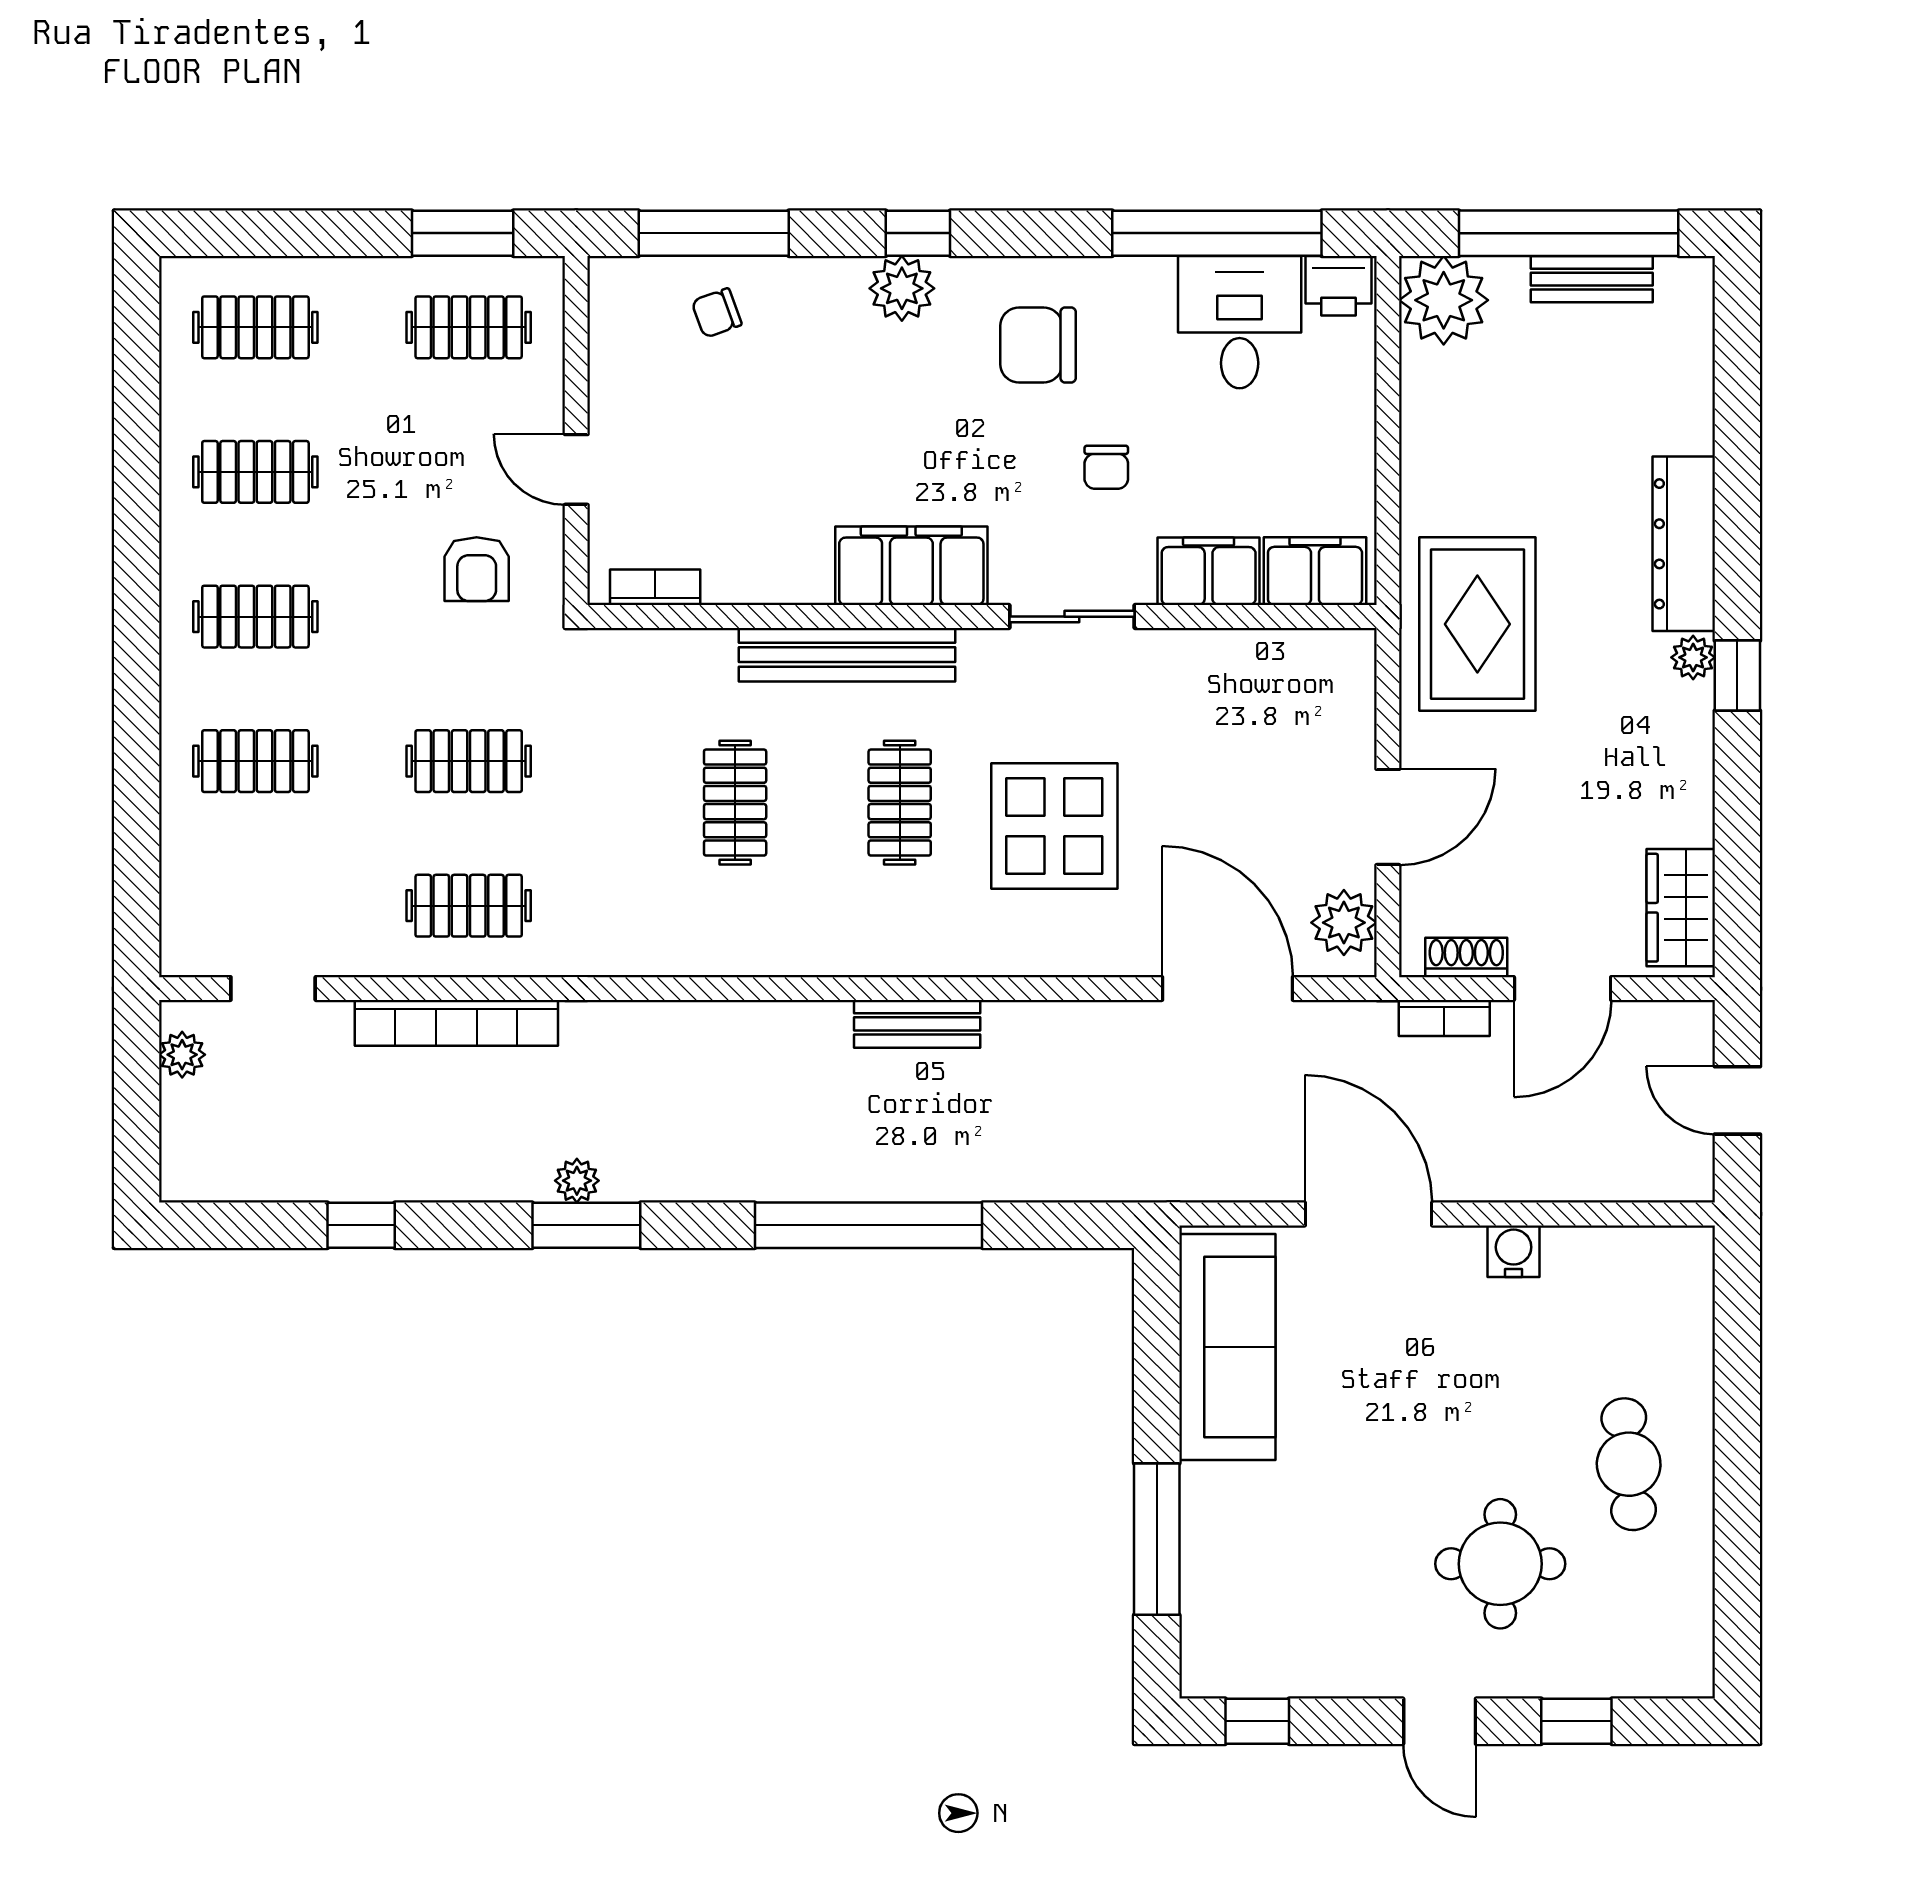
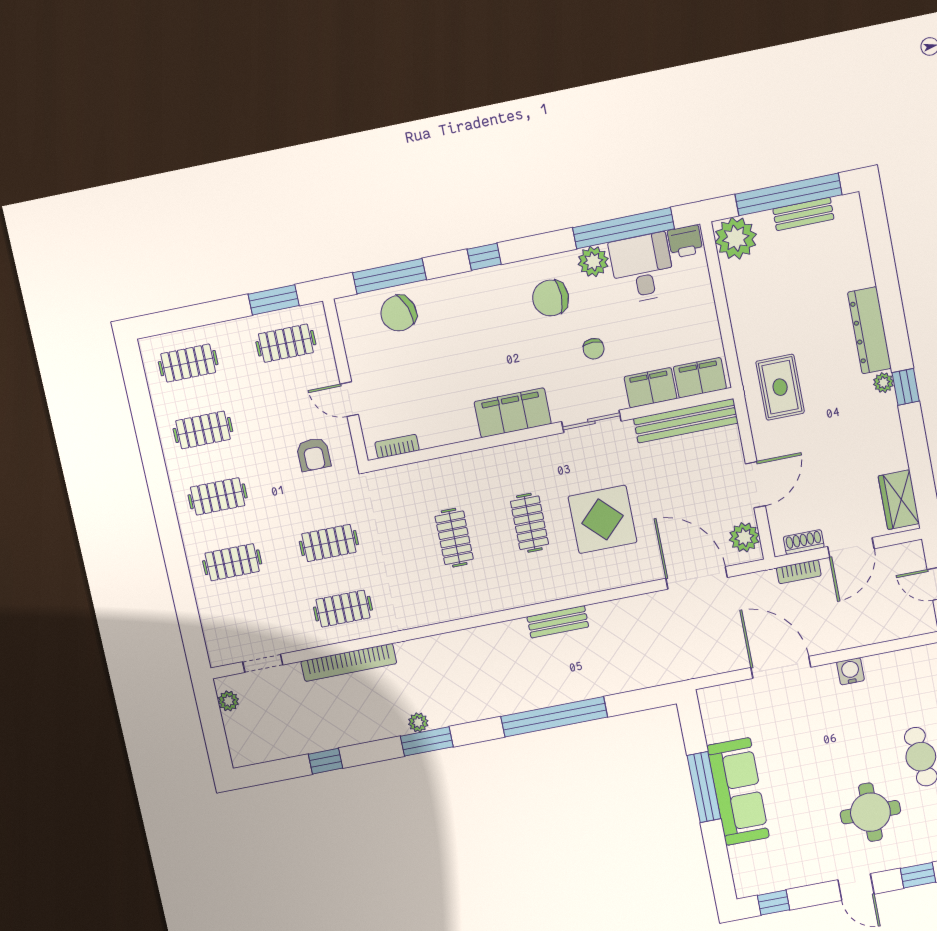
plant: (902, 288) -> (593, 262), moved
chair: (717, 313) -> (399, 313), width x1.87, depth x1.87
rug: (1477, 624) -> (780, 387), width x0.73, depth x0.70
bench: (847, 655) -> (686, 421), moved
sofa: (1227, 1347) -> (738, 792), moved
window: (1157, 1539) -> (704, 787), moved

